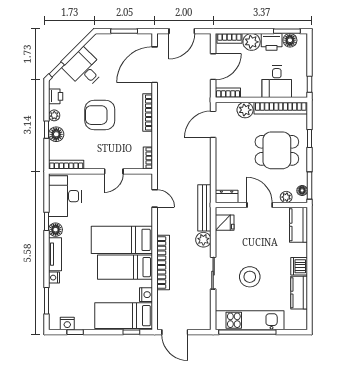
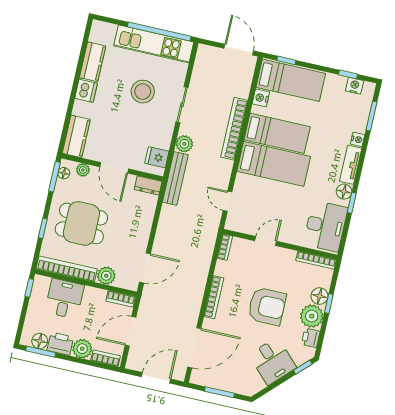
plant: (54, 115) -> (312, 316), width x1.88, depth x1.88

